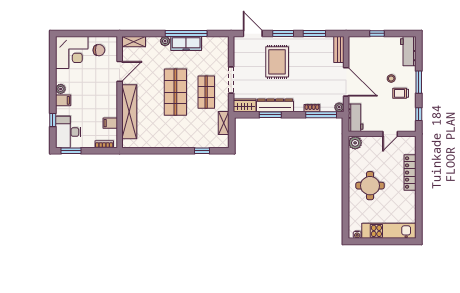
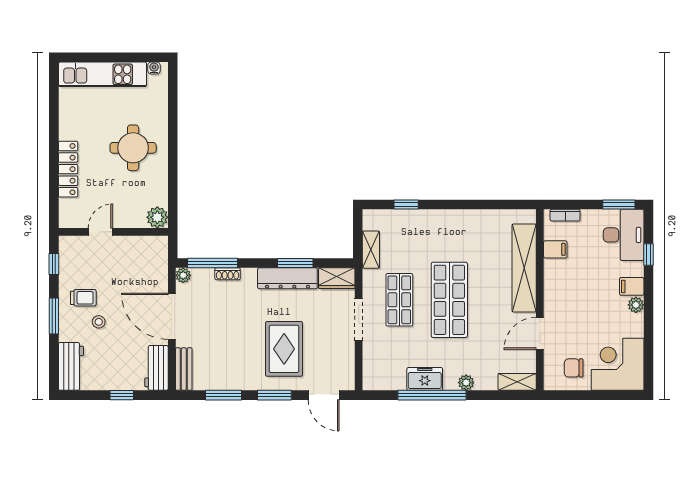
freezer: (186, 43) -> (425, 379), width x0.71
workbench: (356, 118) -> (156, 368), moved

